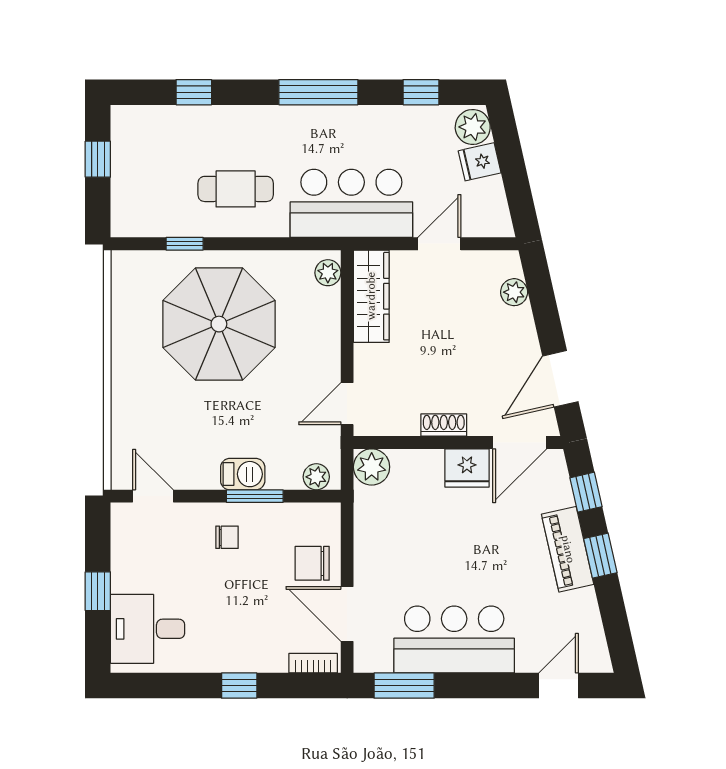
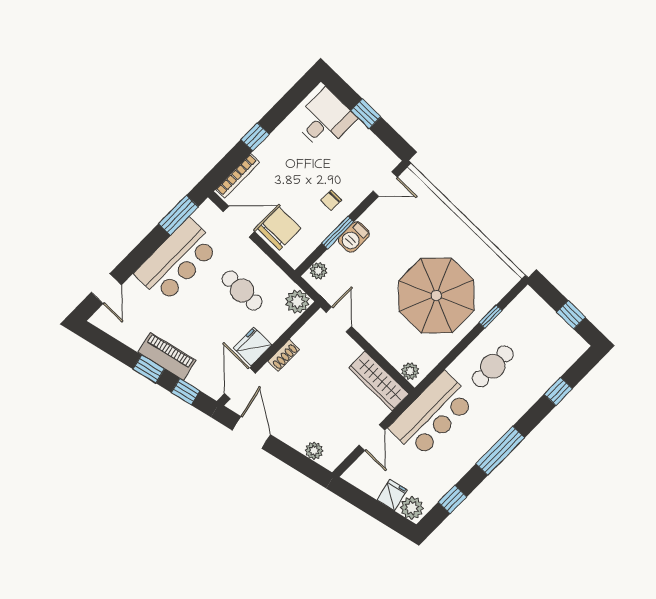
cafe table: (418, 538) -> (242, 290), added
chair: (312, 563) -> (279, 229), width x1.37, depth x1.37
bookcase: (313, 663) -> (238, 176), width x1.56

